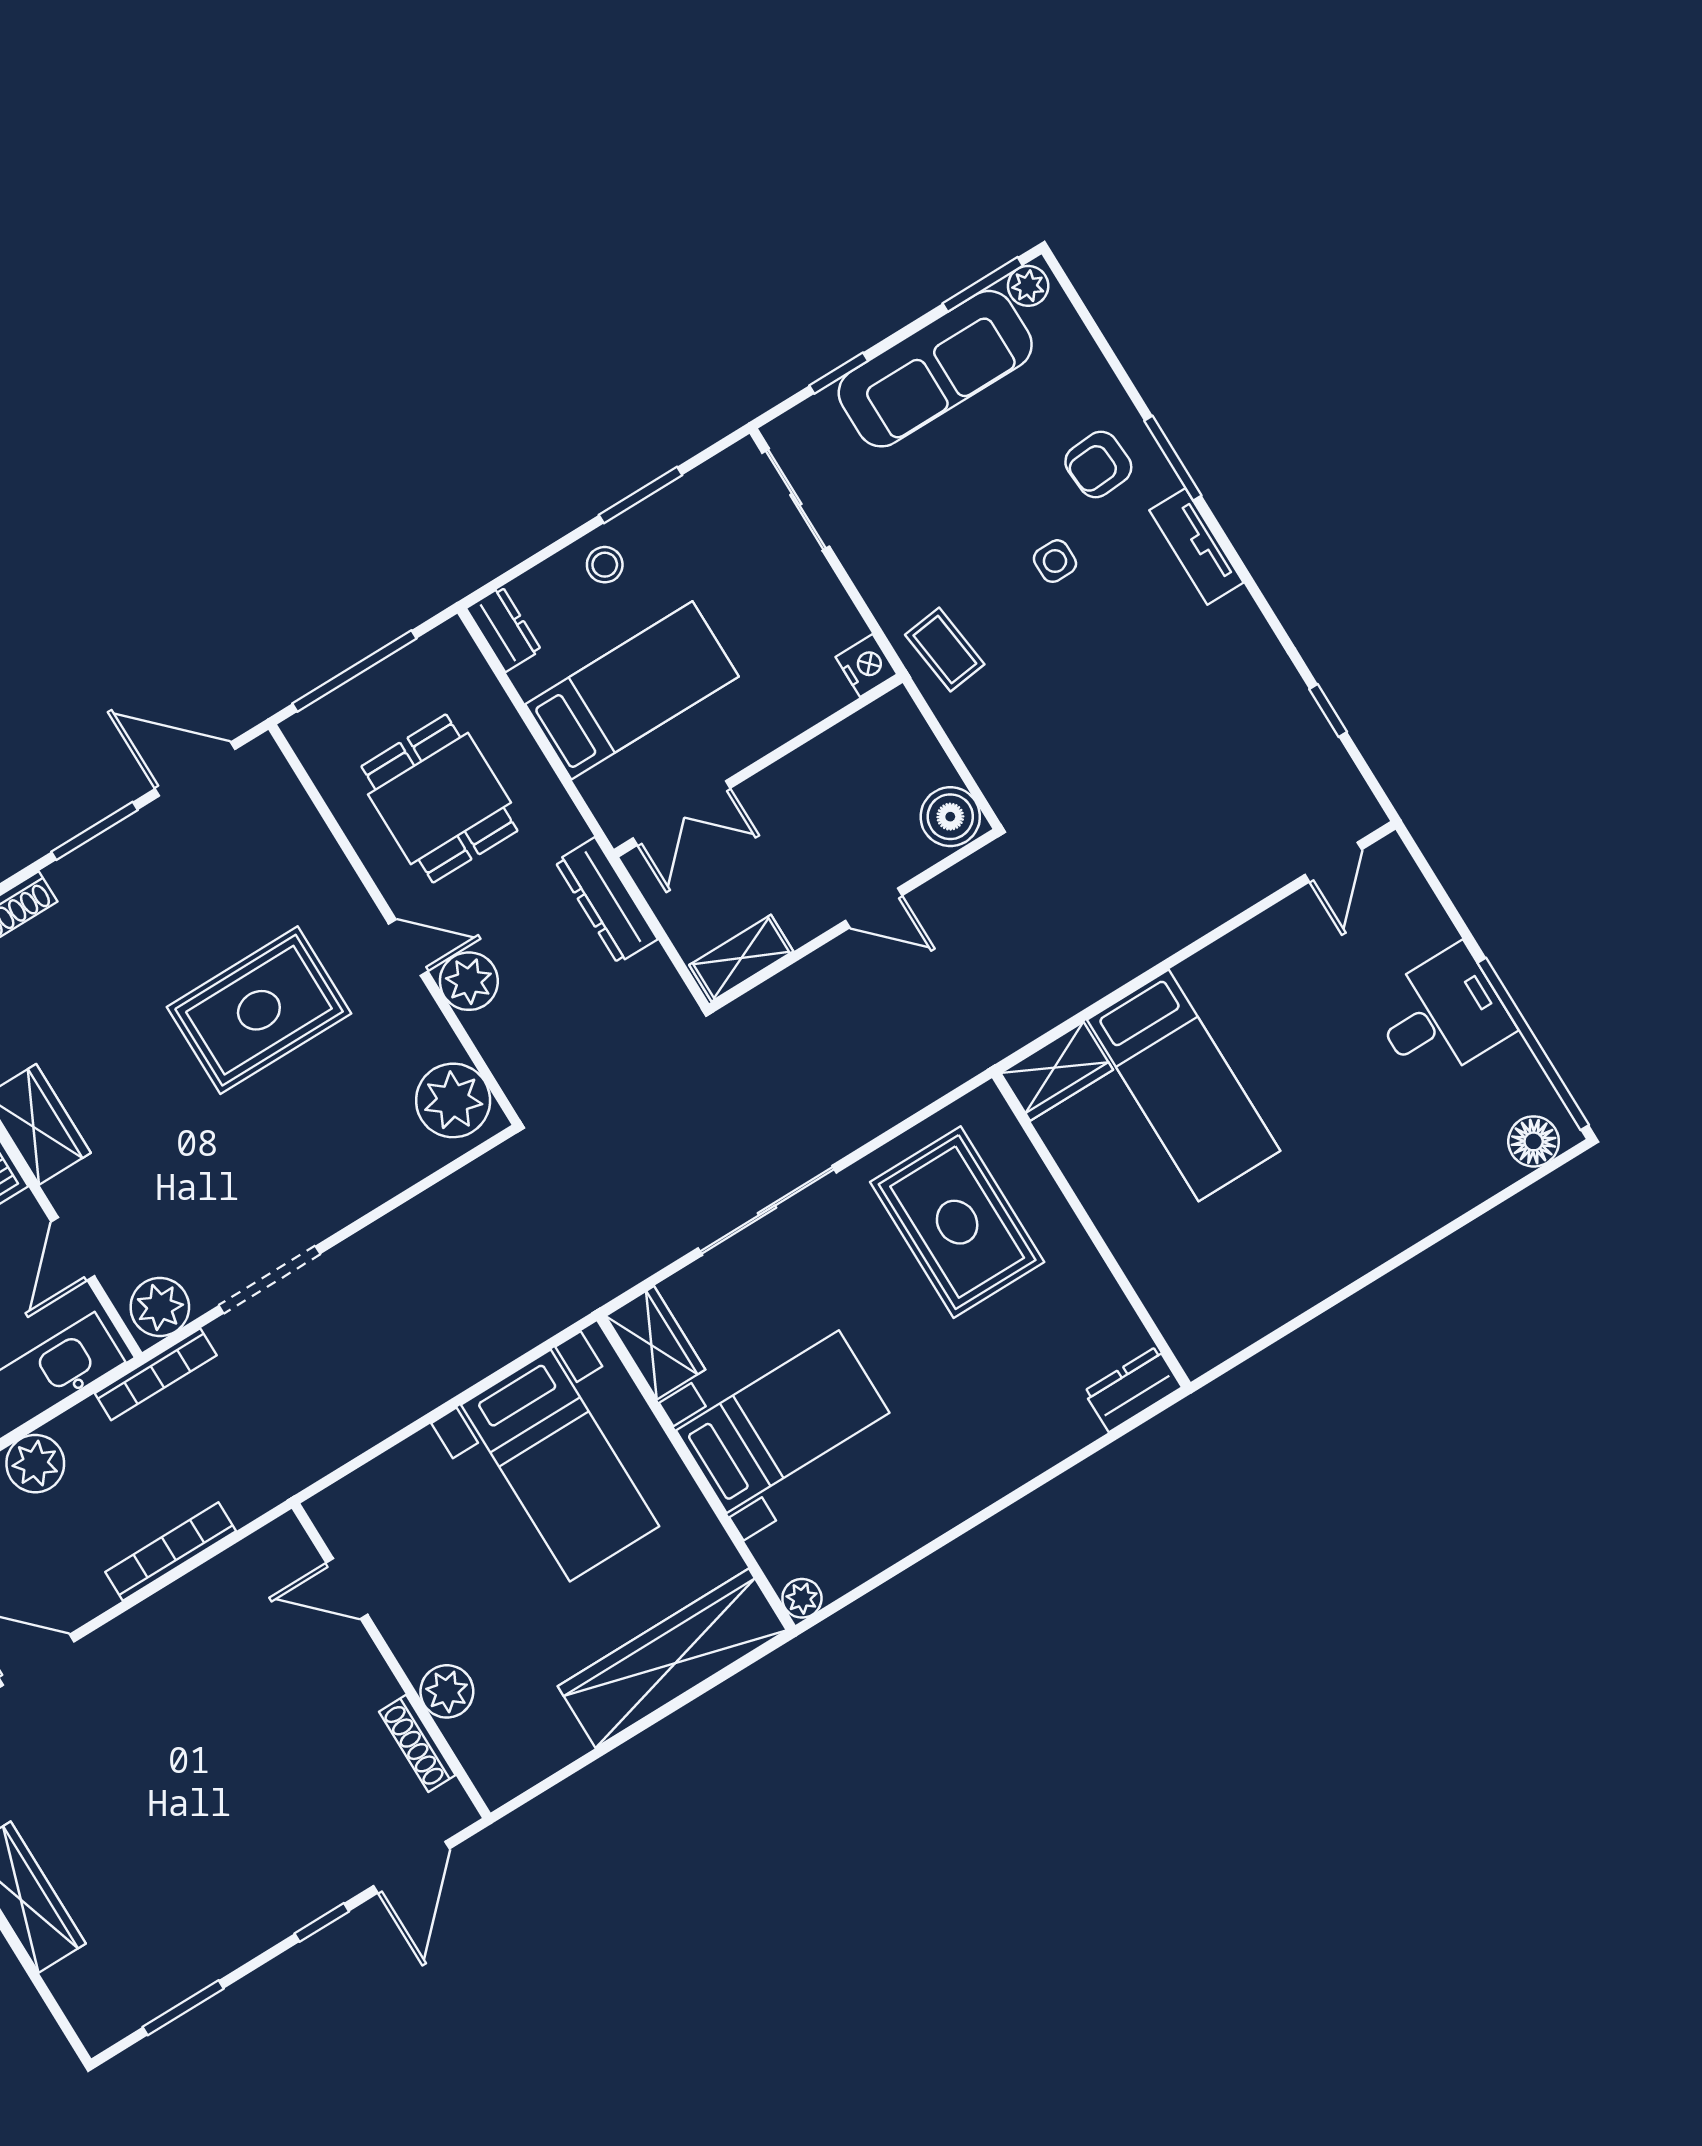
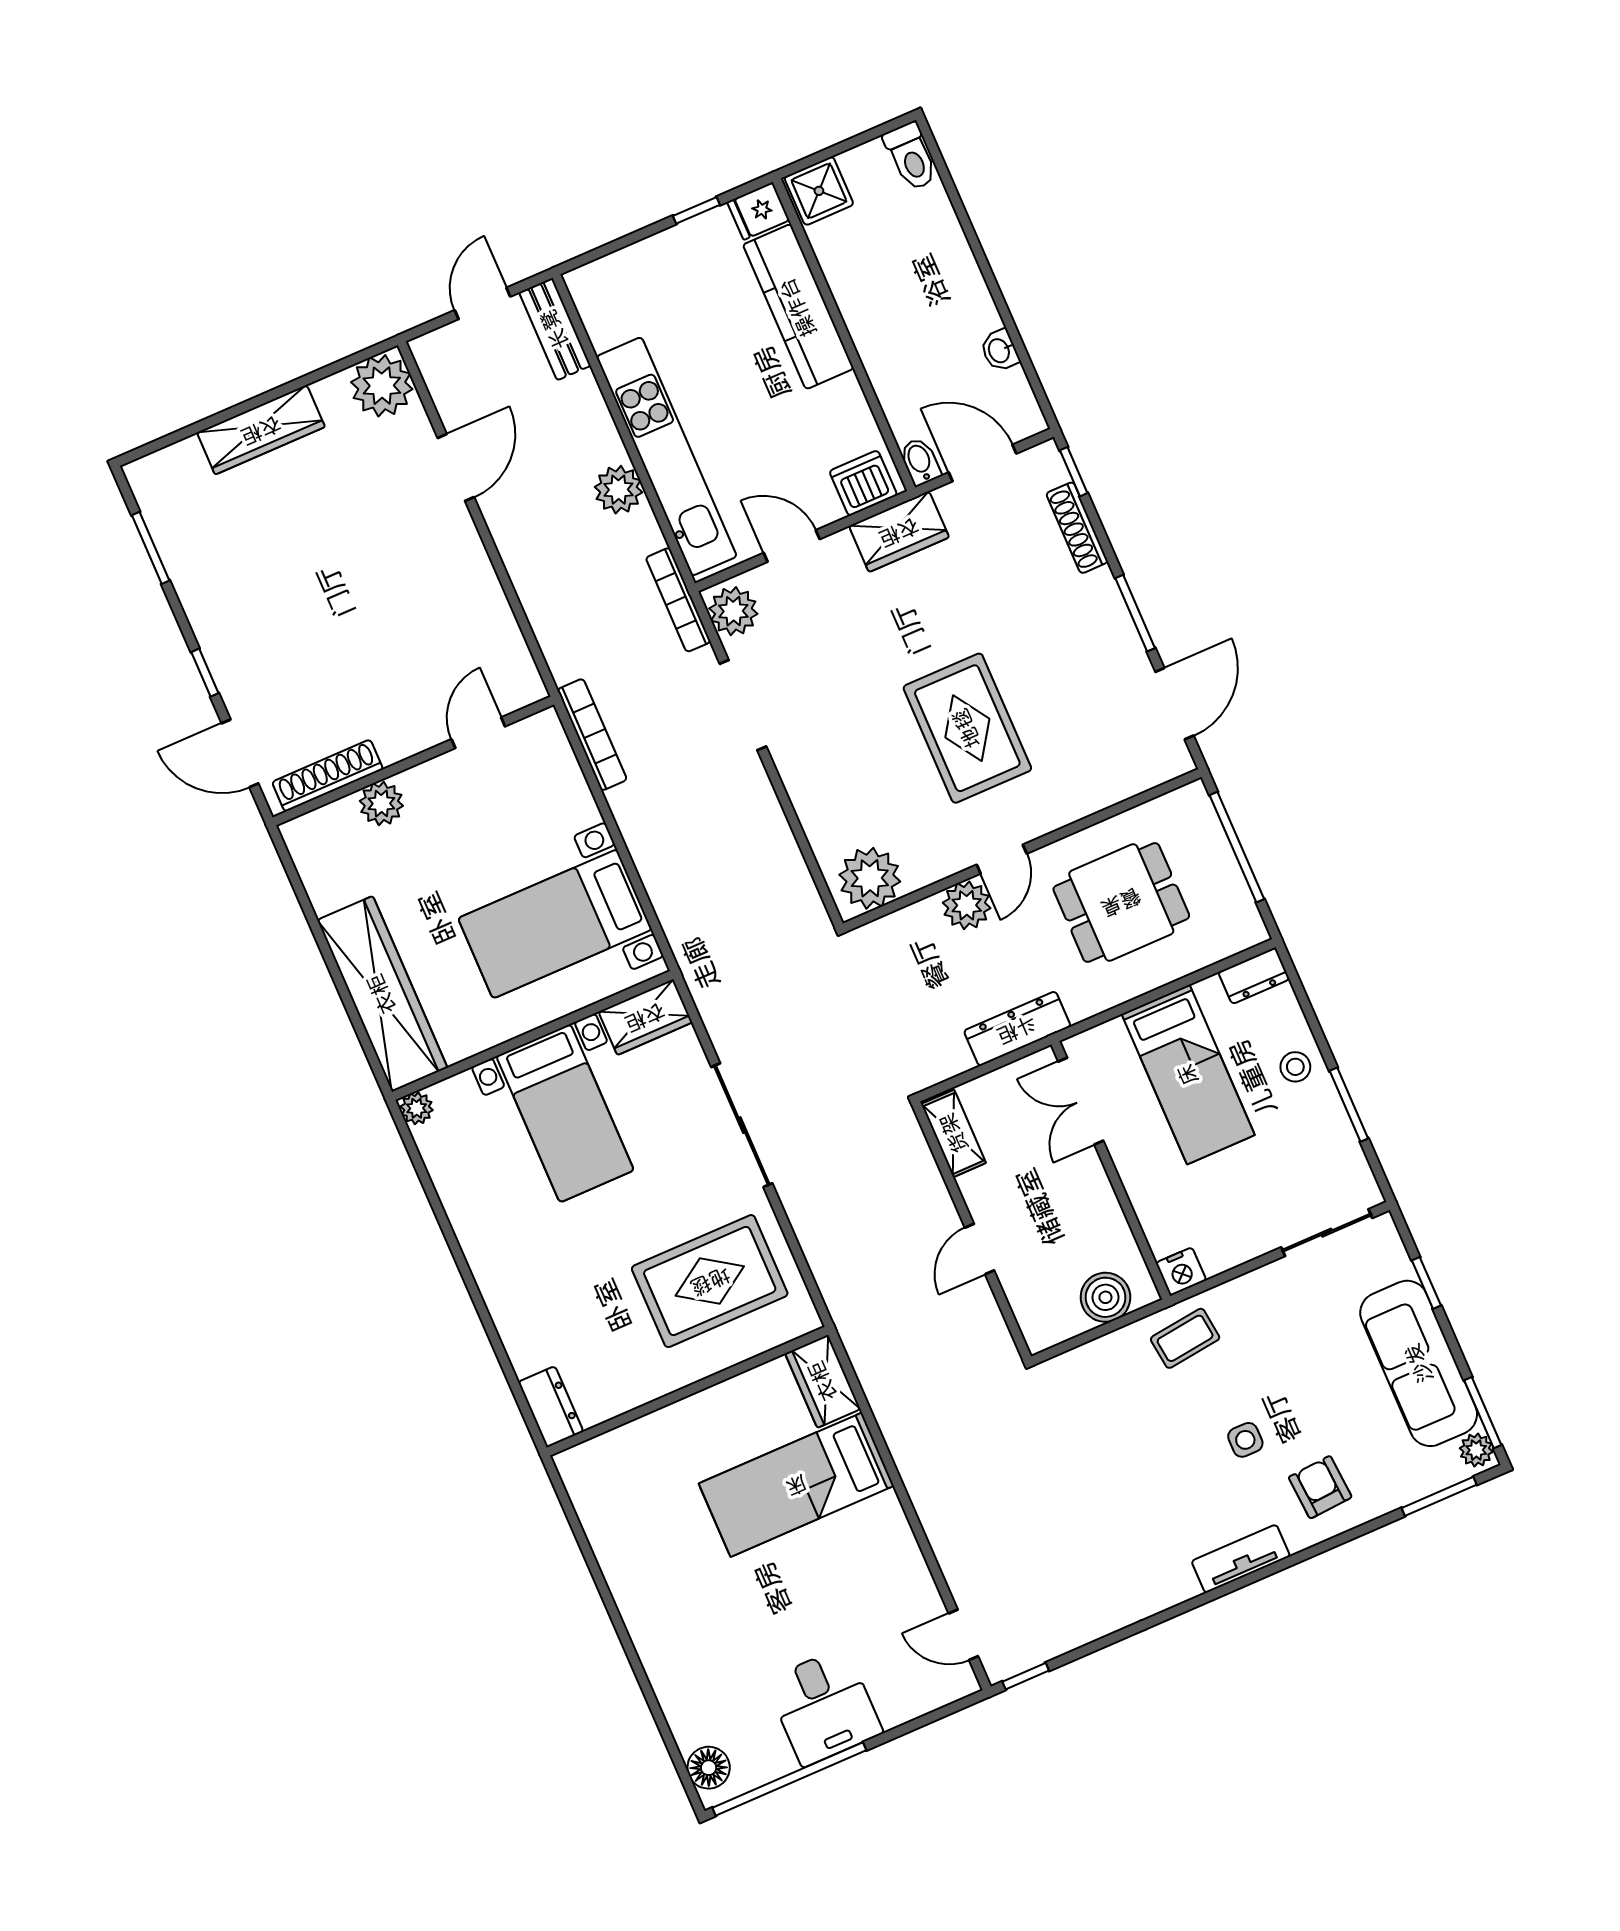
window: (1173, 458) -> (1439, 1496), moved
window: (1328, 711) -> (1026, 1676), moved
boiler: (950, 817) -> (1105, 1297), moved
bookcase: (171, 1551) -> (592, 735), moved
shoe rack: (417, 1743) -> (328, 776), width x1.36, depth x1.24

